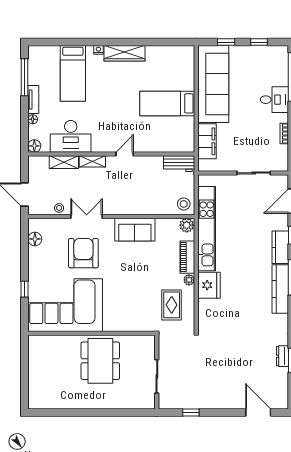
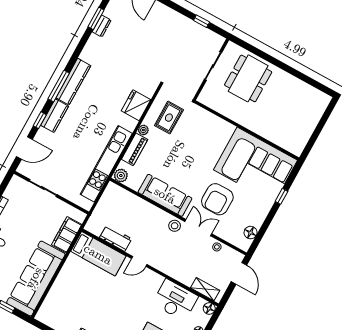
bed: (167, 103) -> (98, 254), moved
shelving: (92, 161) -> (169, 270), removed
shelving: (64, 162) -> (205, 289), moved
workbench: (179, 164) -> (116, 238), moved
stool: (184, 204) -> (175, 226), moved
double door: (87, 216) -> (198, 228), swing flipped
sofa: (135, 230) -> (165, 195), width x1.36
fridge: (209, 285) -> (136, 105), moved
dining table: (100, 361) -> (248, 78), moved

